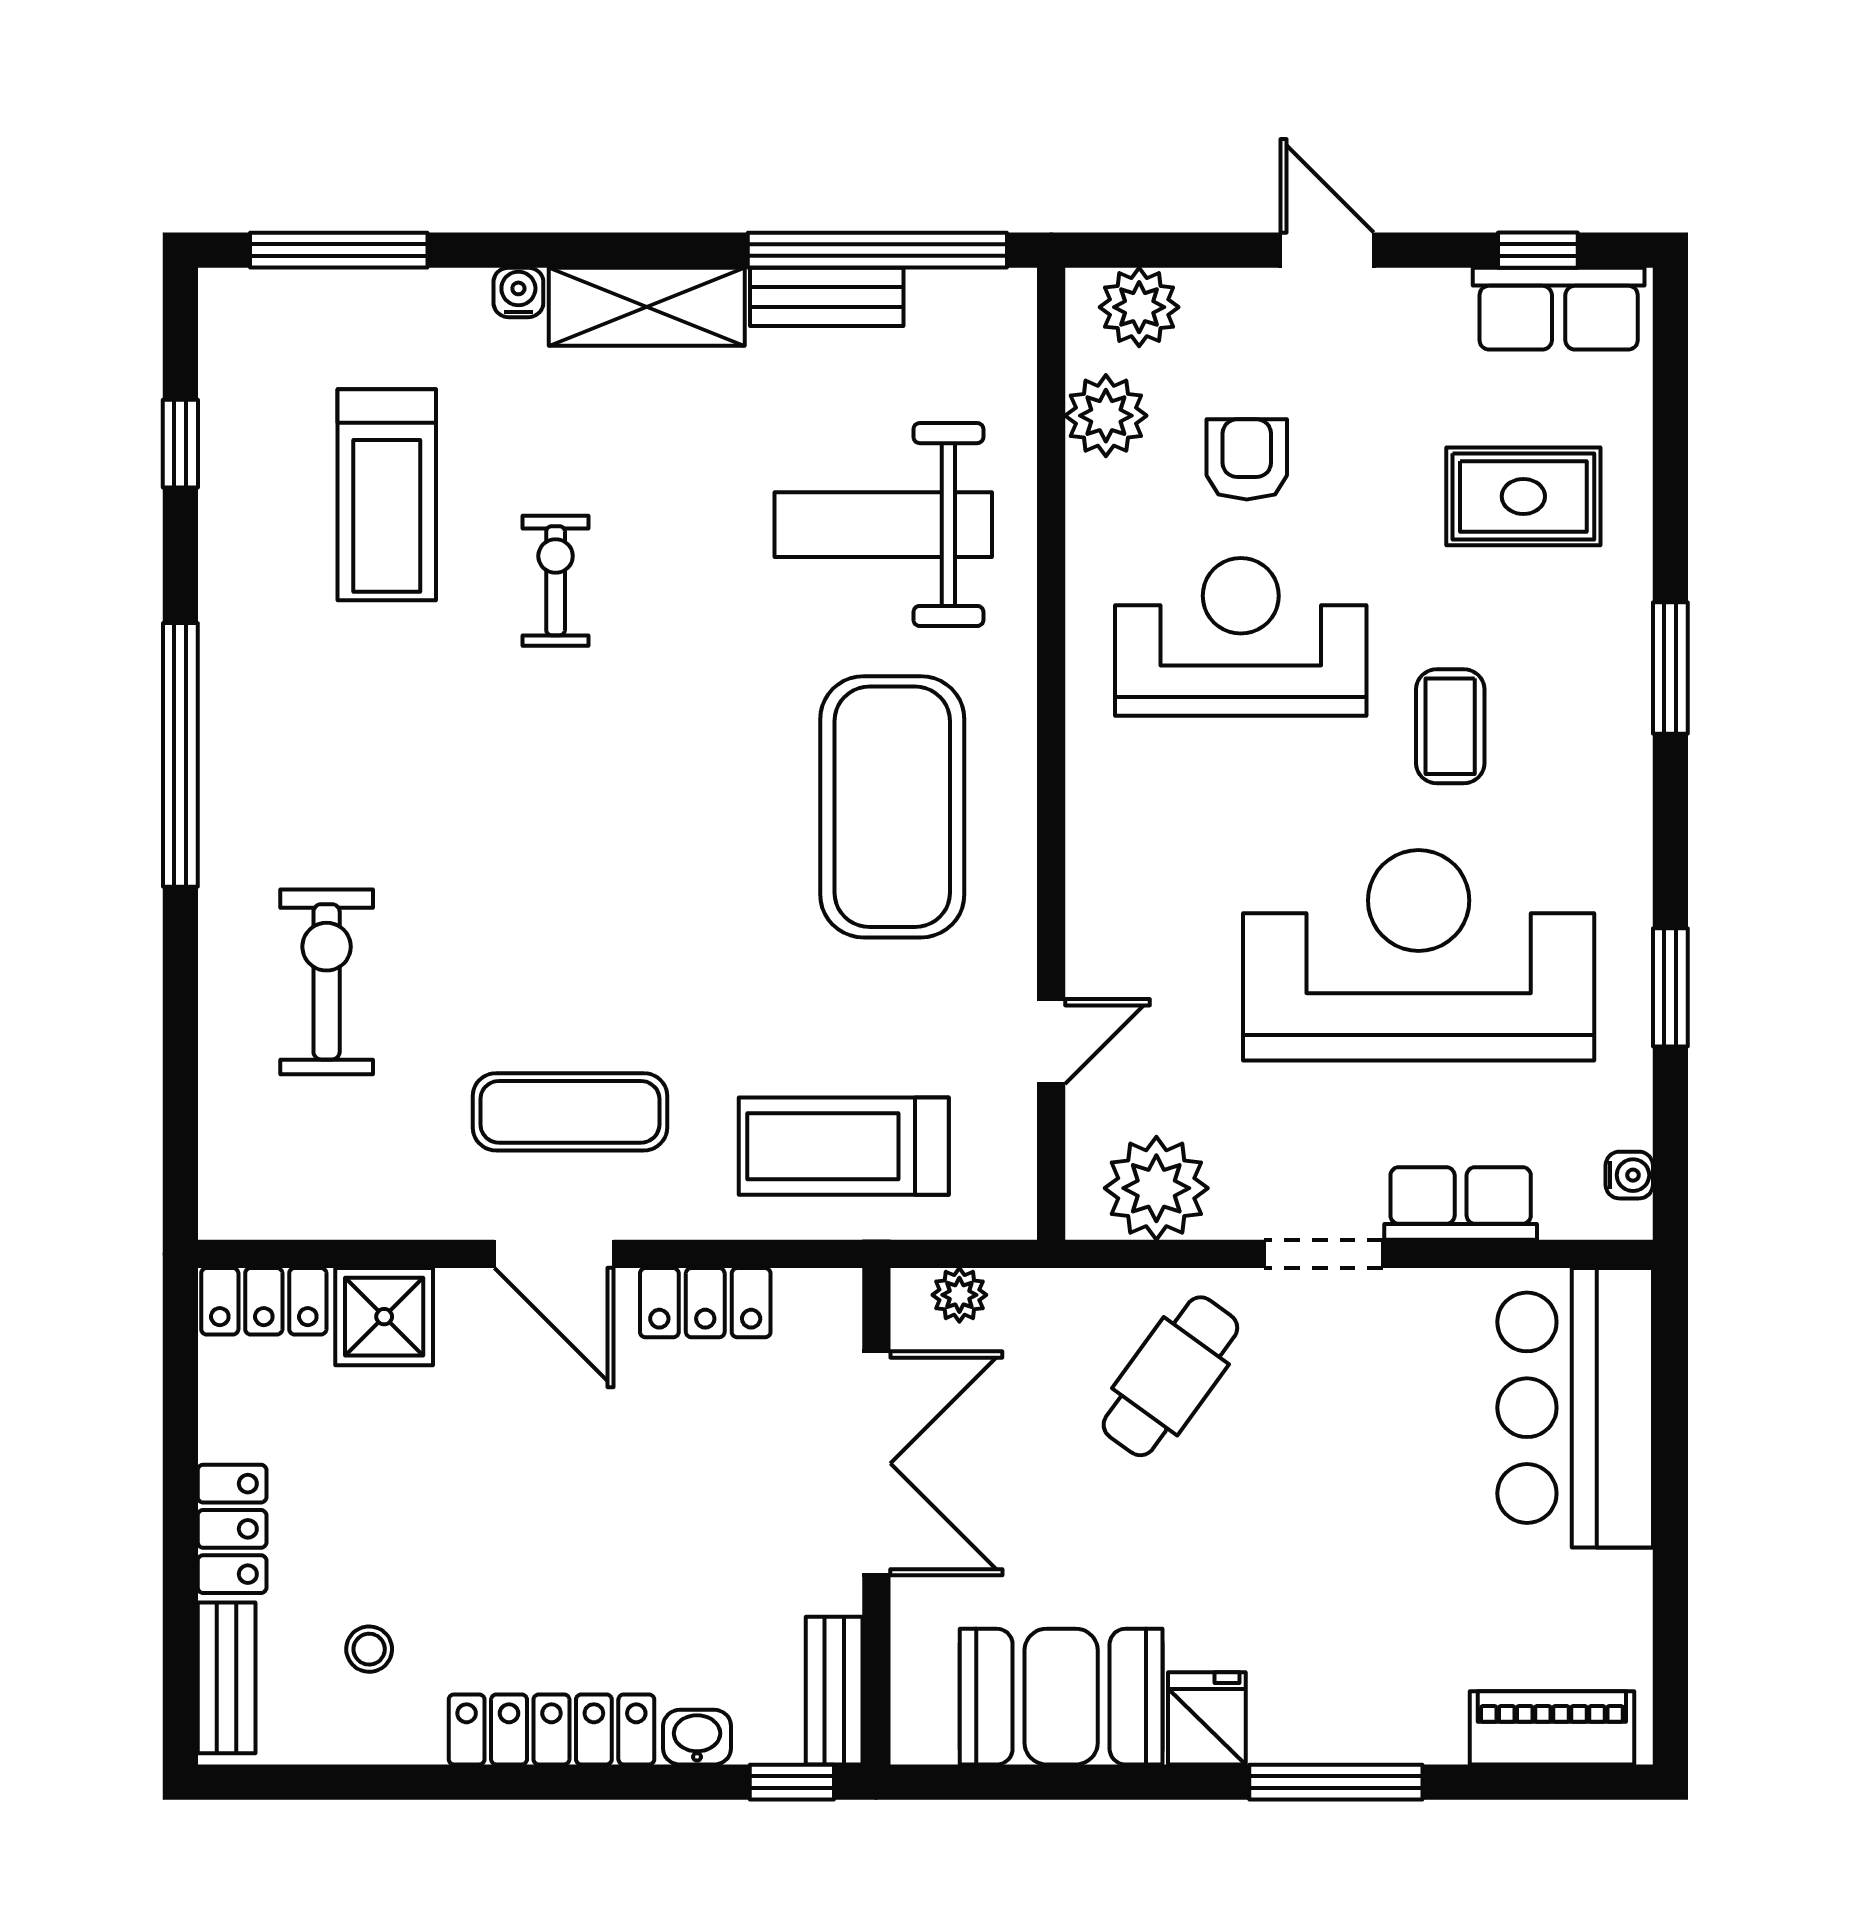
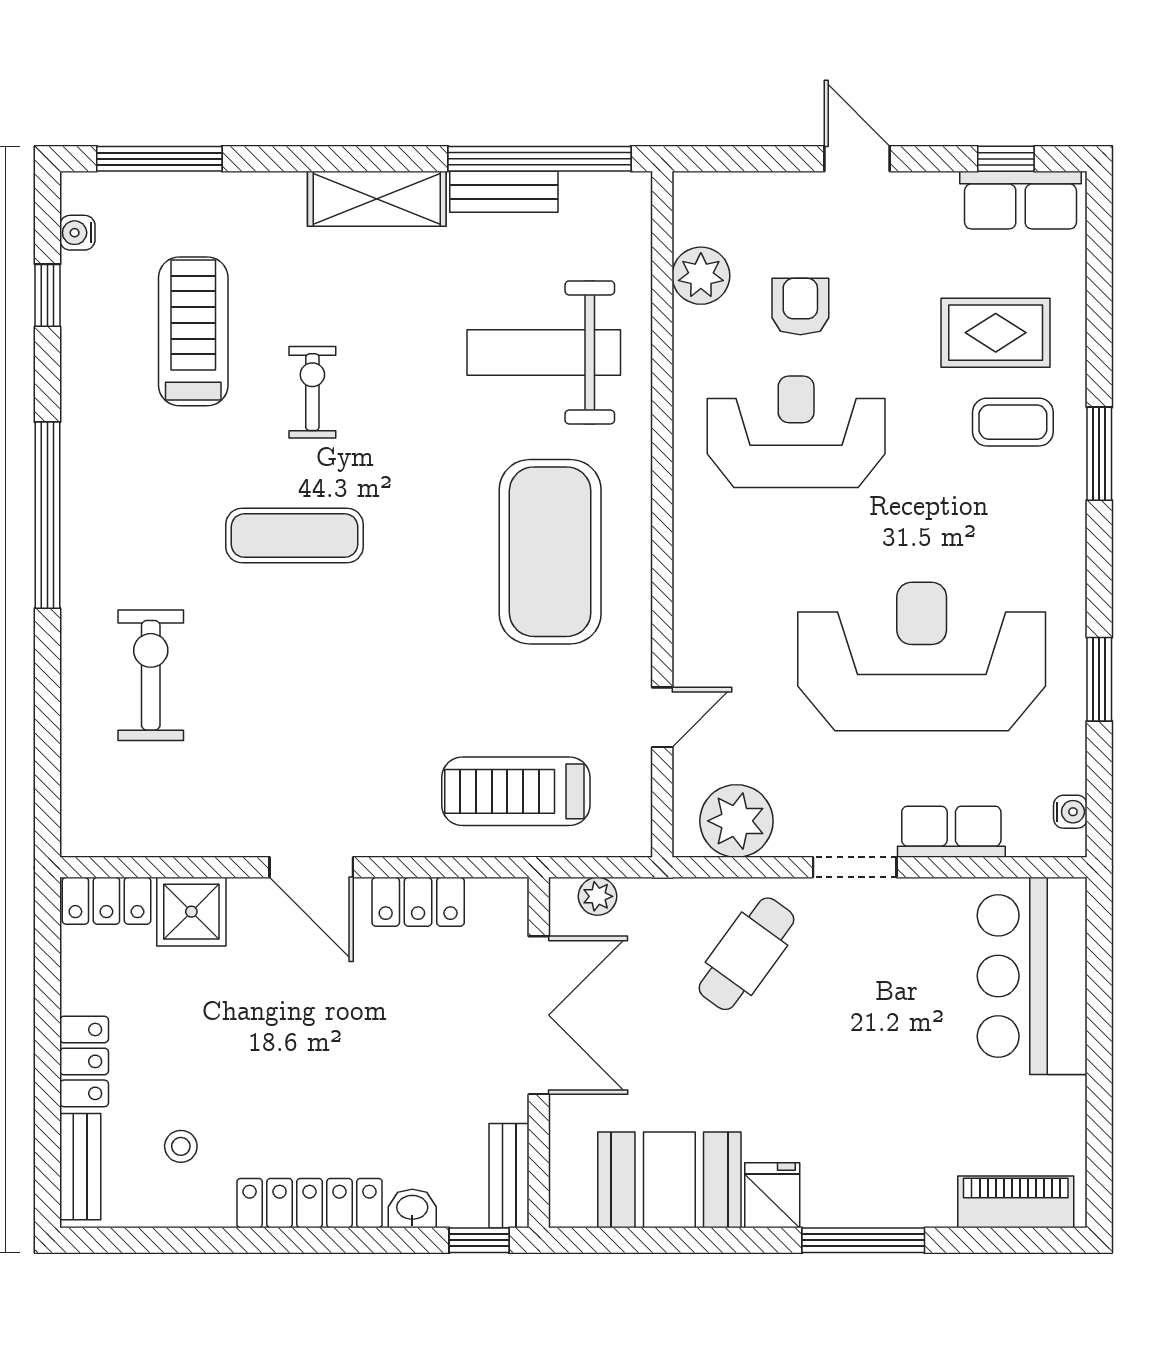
water cooler: (518, 292) -> (77, 233), moved, turned -90
plant: (1139, 307) -> (724, 199), removed
treadmill: (387, 495) -> (193, 331), turned 180
coffee table: (1450, 726) -> (1013, 422), moved, turned 90
exercise mat: (570, 1112) -> (295, 536), moved

